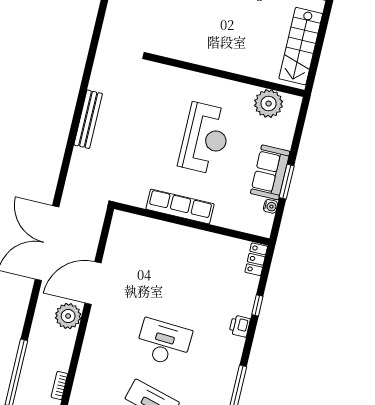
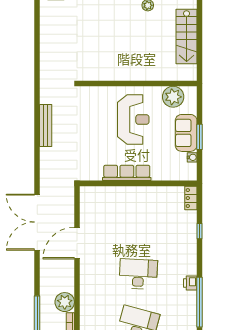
wall: (227, 75) -> (138, 84), moved
plant: (269, 104) -> (173, 97), moved
plant: (68, 316) -> (65, 302), moved
printer: (240, 326) -> (190, 283), moved

